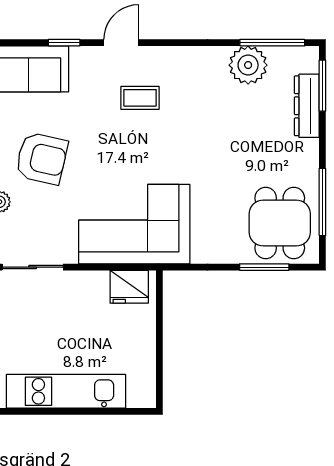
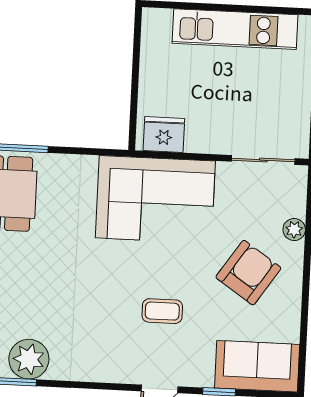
coffee table: (140, 98) -> (162, 311), moved
armchair: (42, 158) -> (248, 273), turned 111

